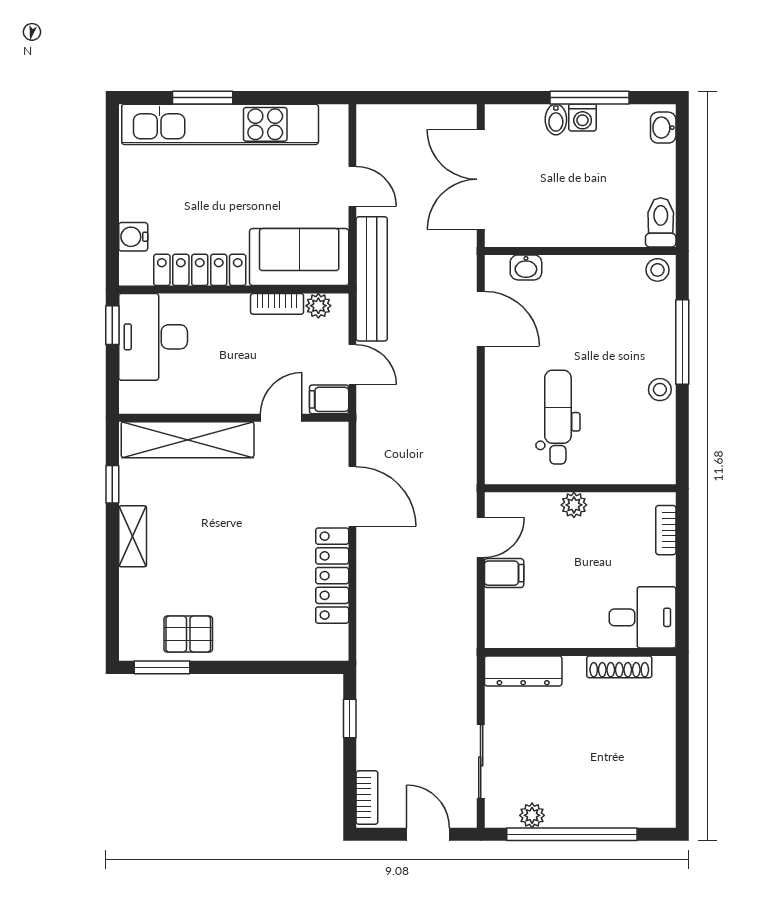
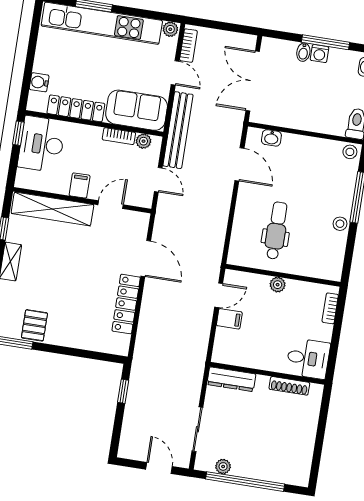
plant: (333, 116) -> (170, 29), added
filing cabinet: (329, 399) -> (80, 186), moved, turned 90
pallet: (188, 634) -> (34, 325), turned 90
bookcase: (367, 798) -> (188, 46), moved

